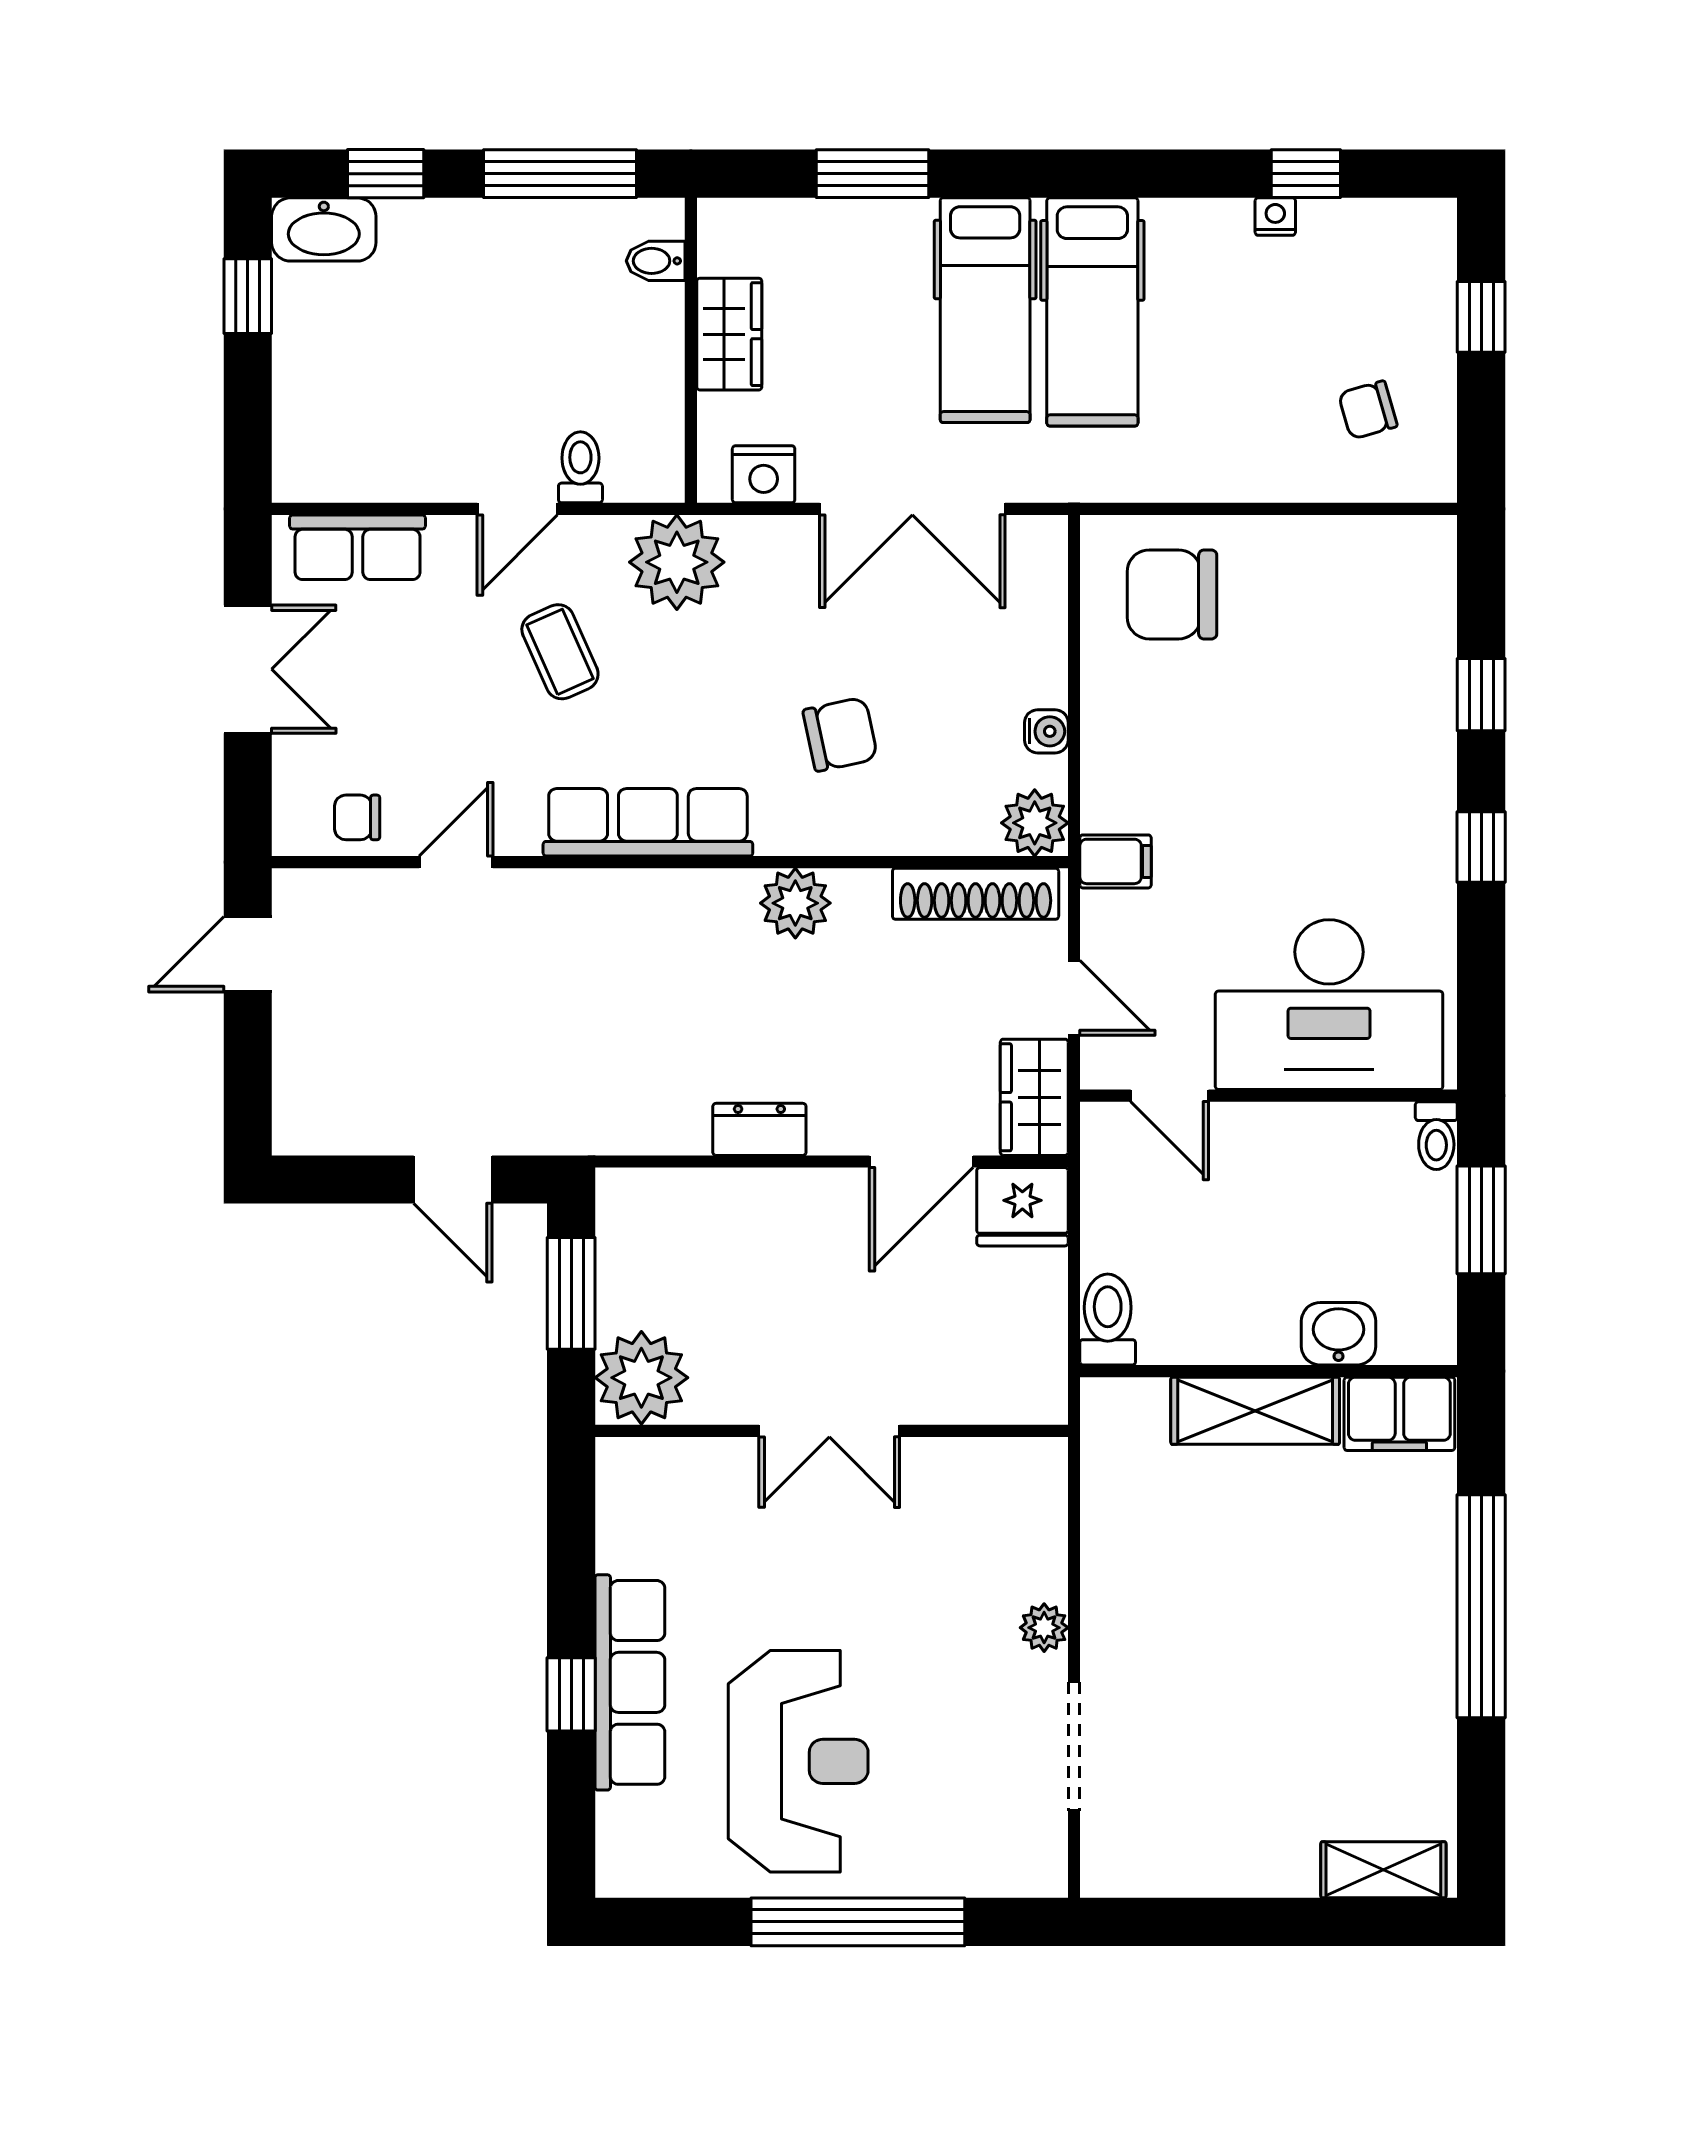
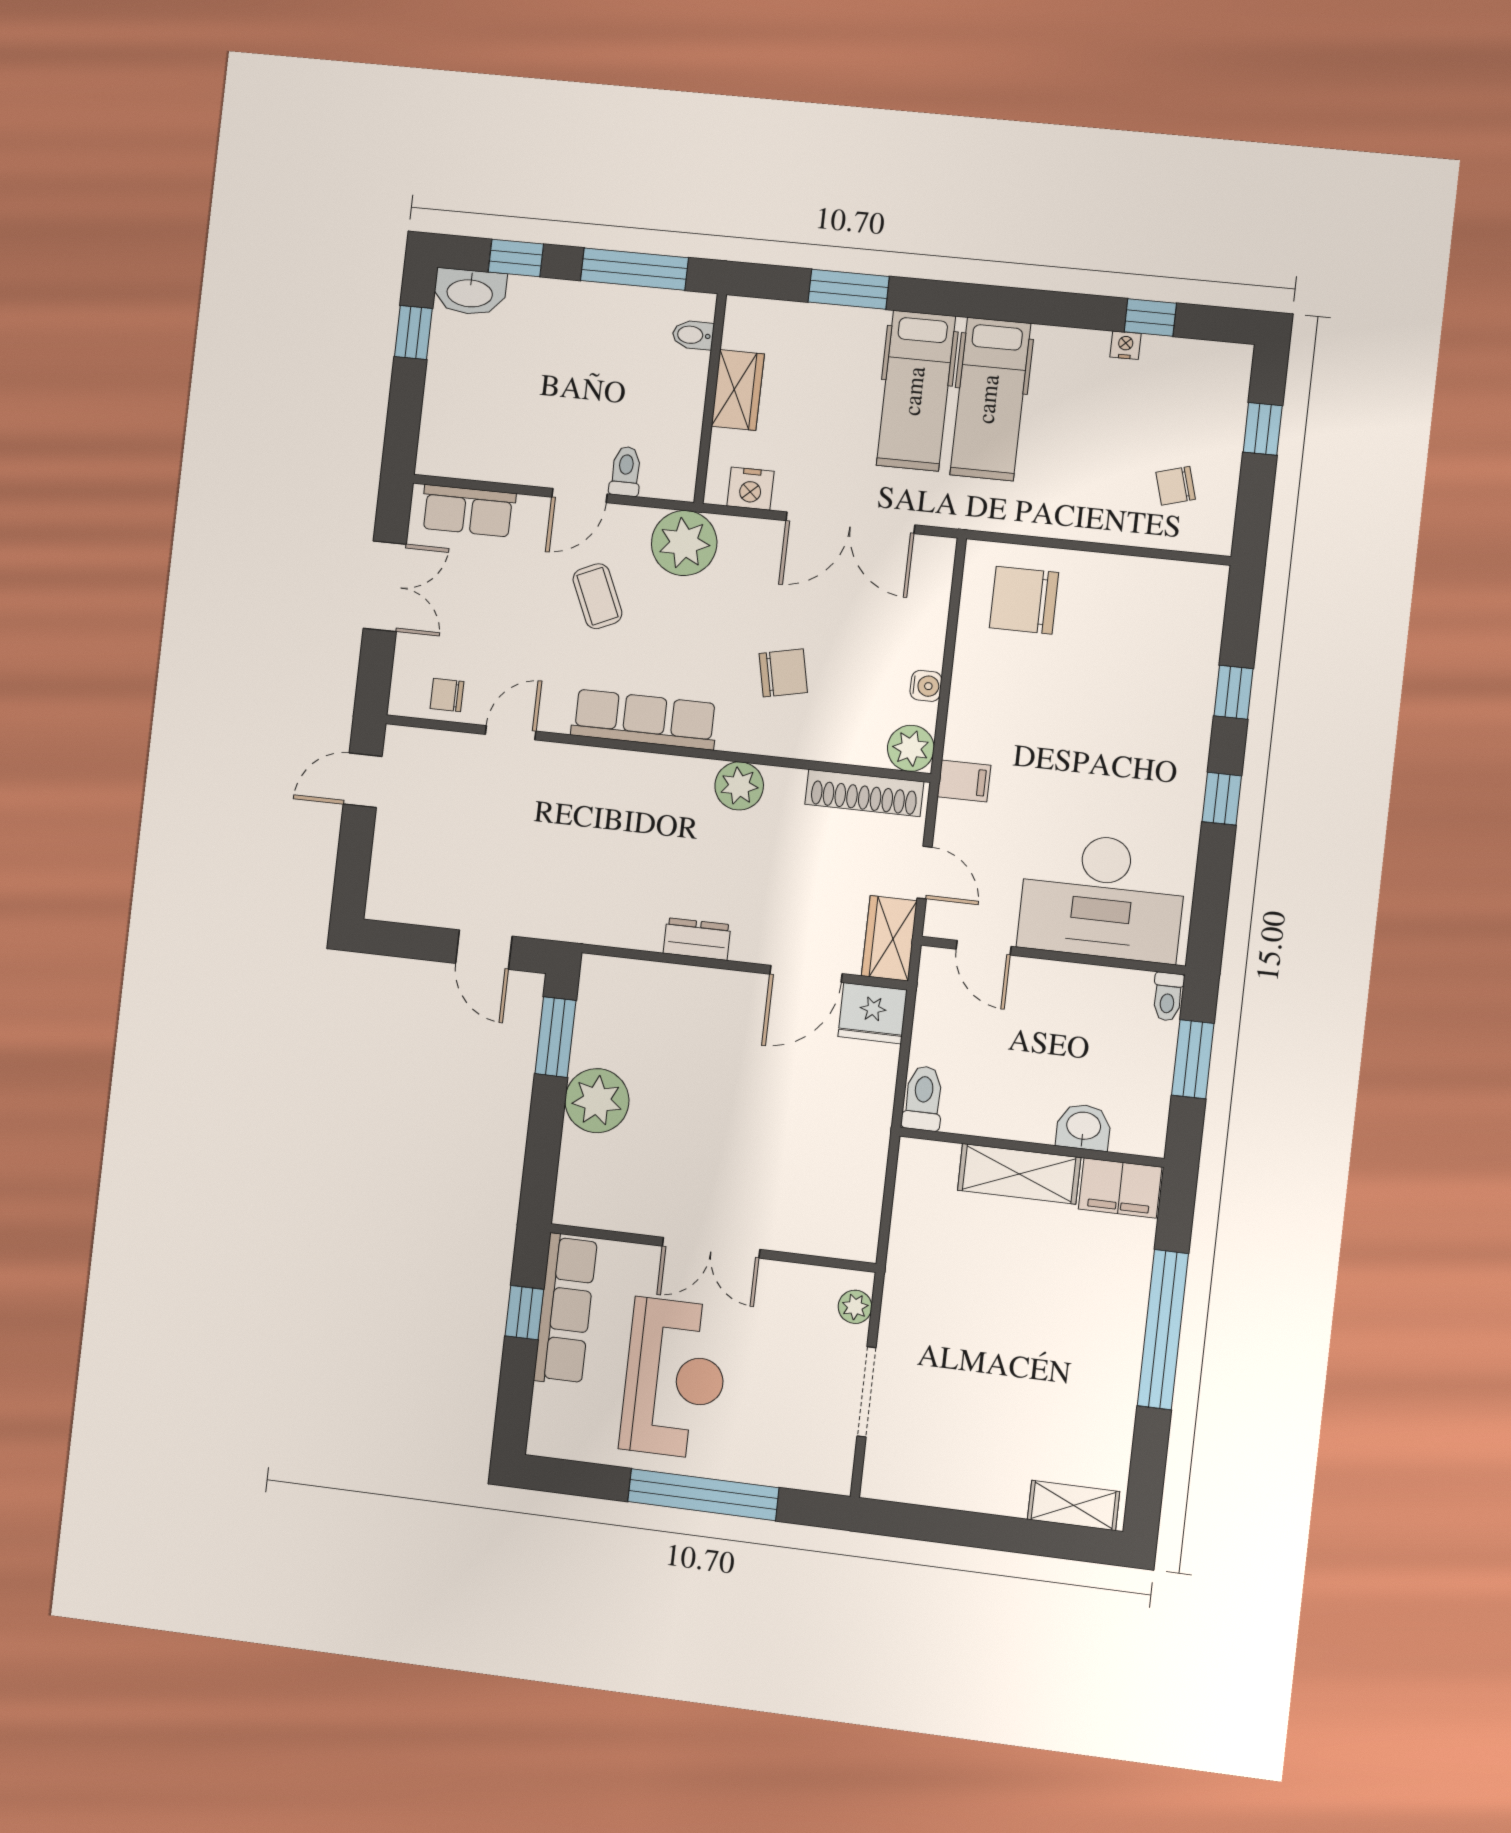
double door: (829, 1431) -> (711, 1248), moved
wall: (832, 1431) -> (713, 1248), moved

